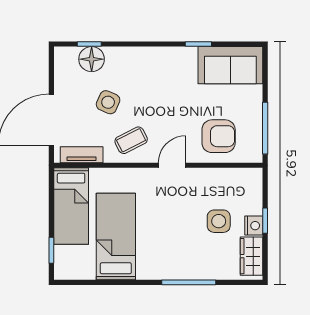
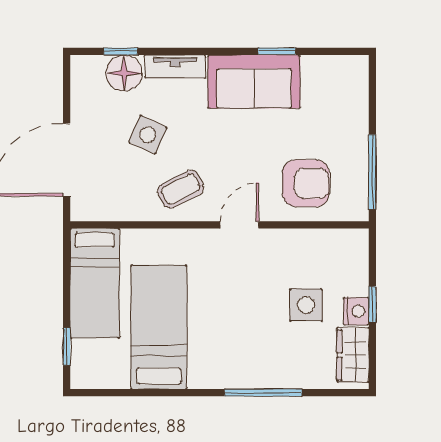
sofa: (230, 65) -> (254, 82), moved
tv unit: (82, 155) -> (175, 67), moved, turned 180

